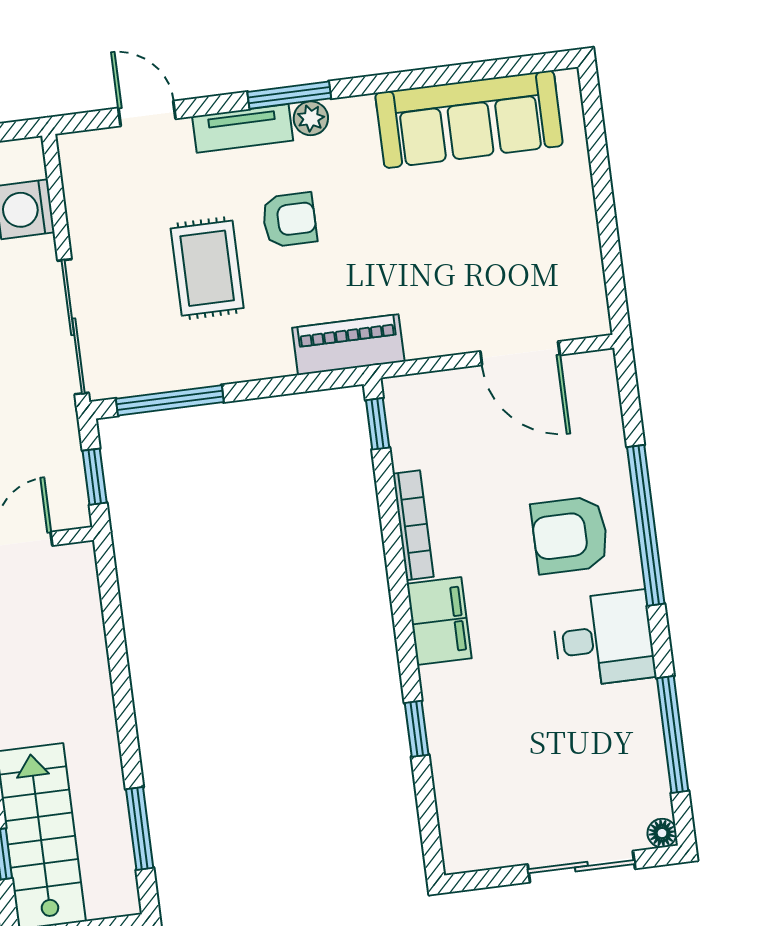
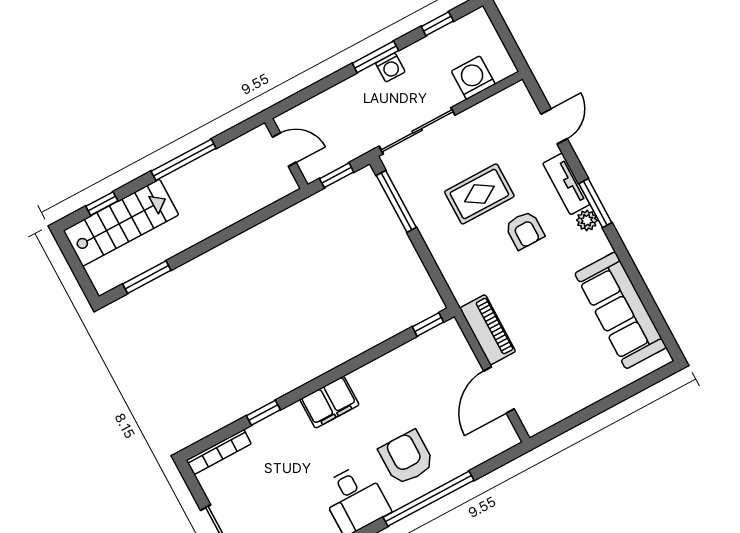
piano: (348, 345) -> (488, 330), moved
bookcase: (413, 525) -> (219, 452), moved

